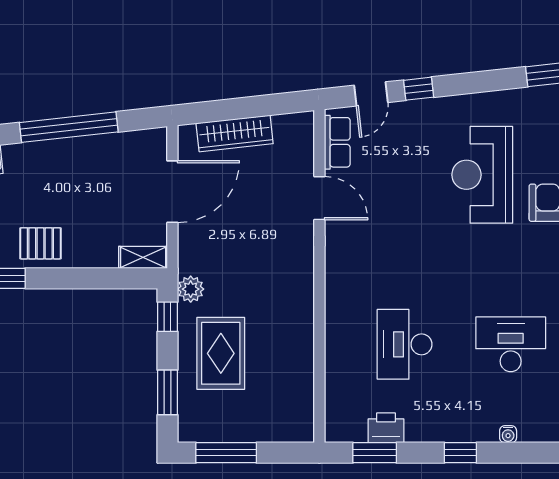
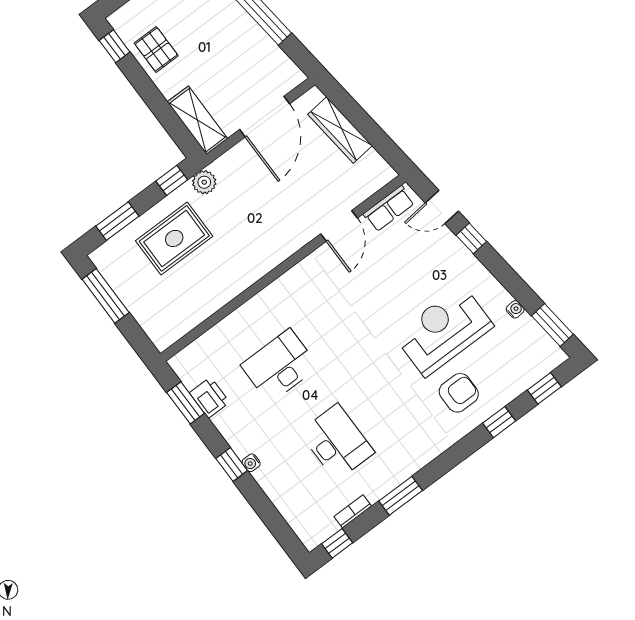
water cooler: (511, 97) -> (515, 309), added
door: (172, 192) -> (265, 117), hinge flipped
shelving: (143, 257) -> (197, 120), width x1.50, depth x1.33
water cooler: (508, 434) -> (251, 463), moved

